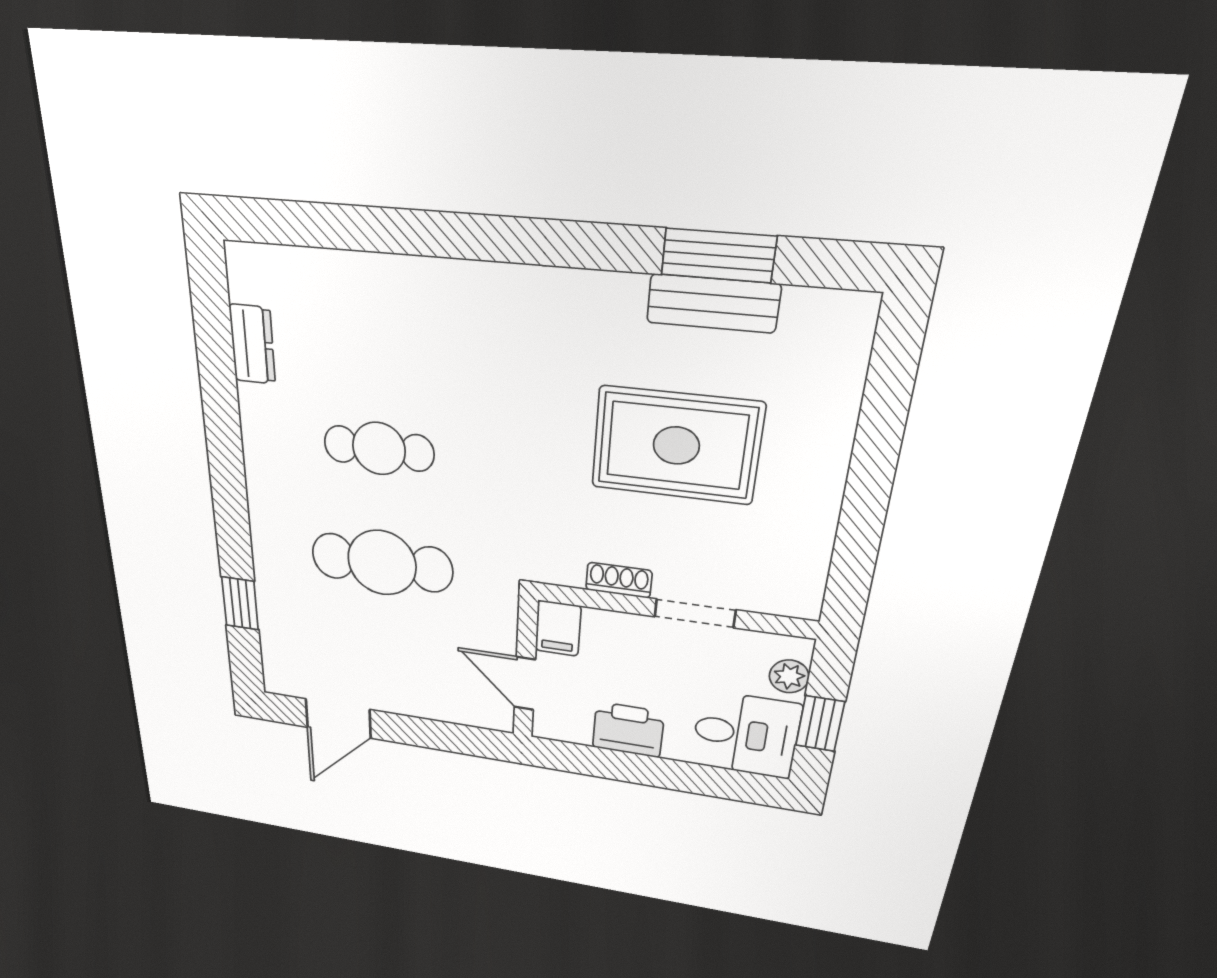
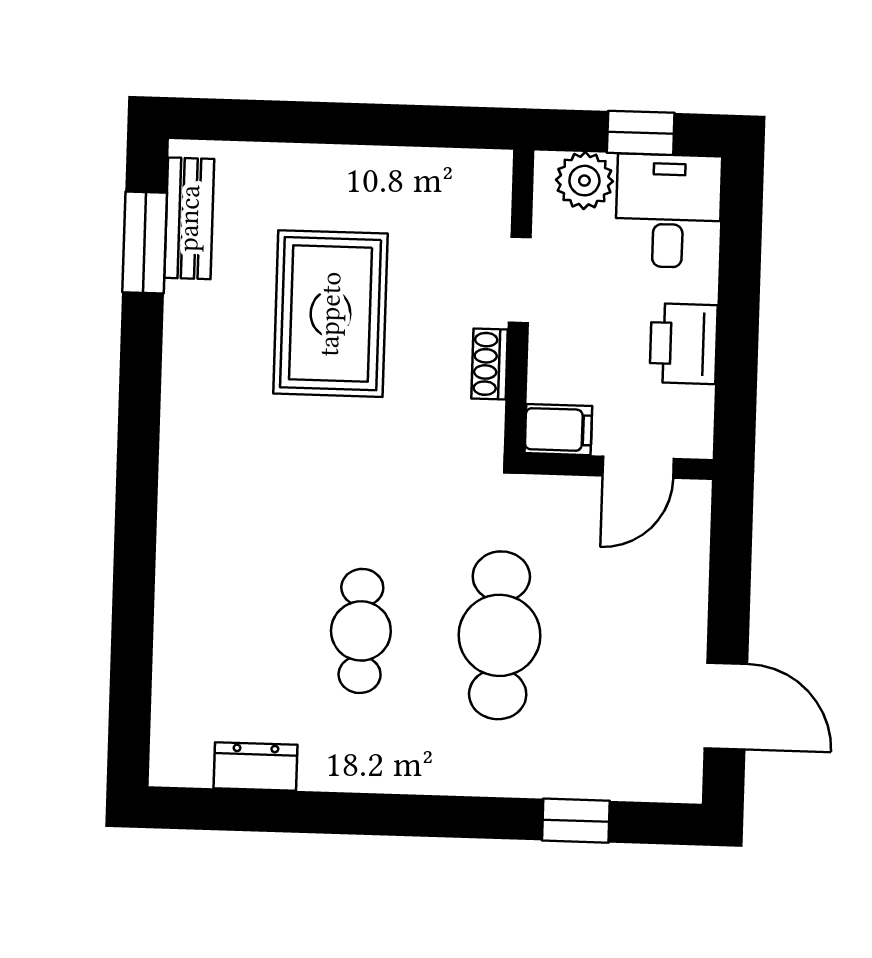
window: (718, 256) -> (145, 242), moved
bench: (713, 303) -> (189, 218), moved
plant: (789, 676) -> (584, 181), width x1.38, depth x1.38

